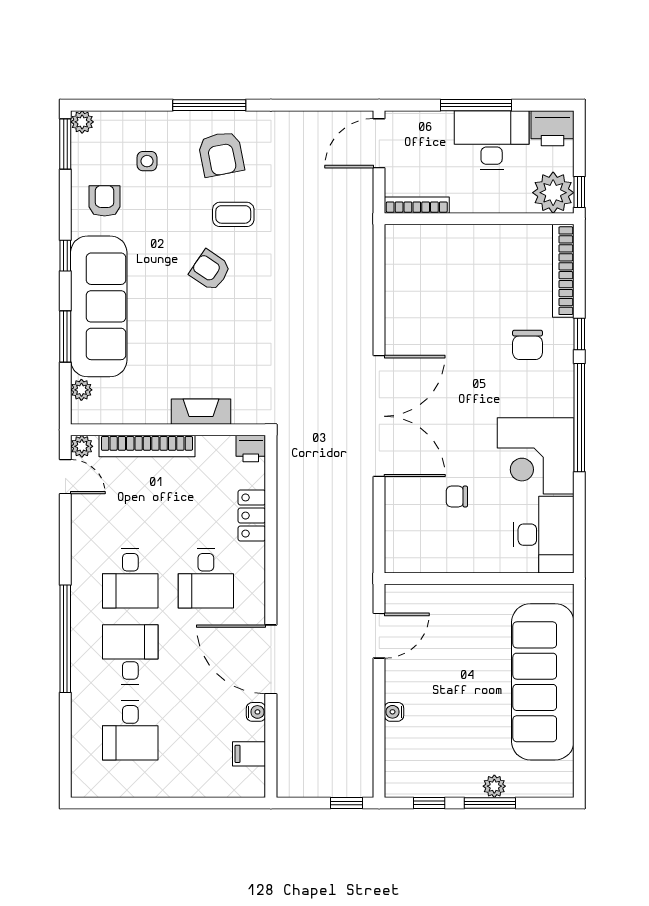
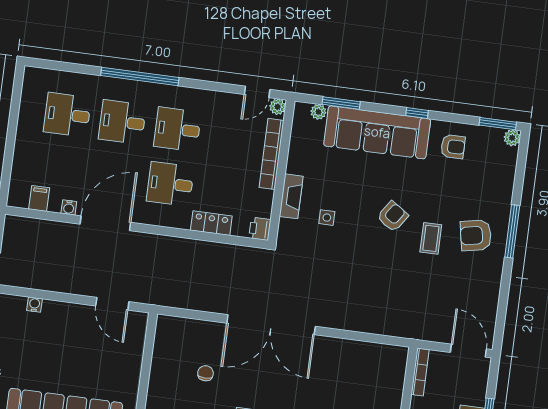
side table: (147, 161) -> (327, 218), moved
window: (65, 337) -> (341, 103), moved
desk: (130, 654) -> (122, 122), turned 180
water cooler: (394, 712) -> (35, 305), moved

